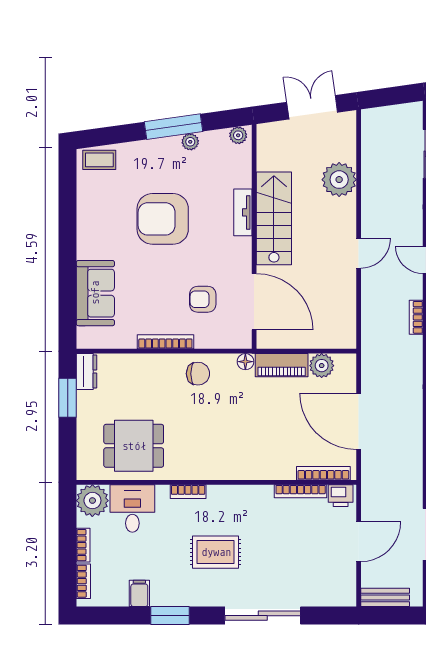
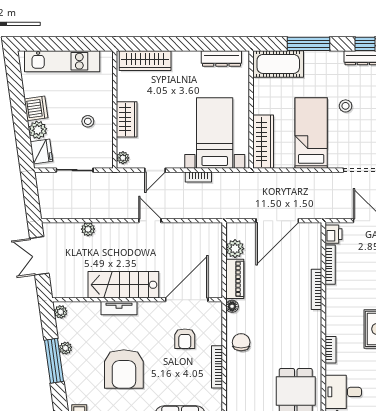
plant: (339, 180) -> (88, 229), width x0.53, depth x0.53
bookcase: (323, 473) -> (317, 289), moved

